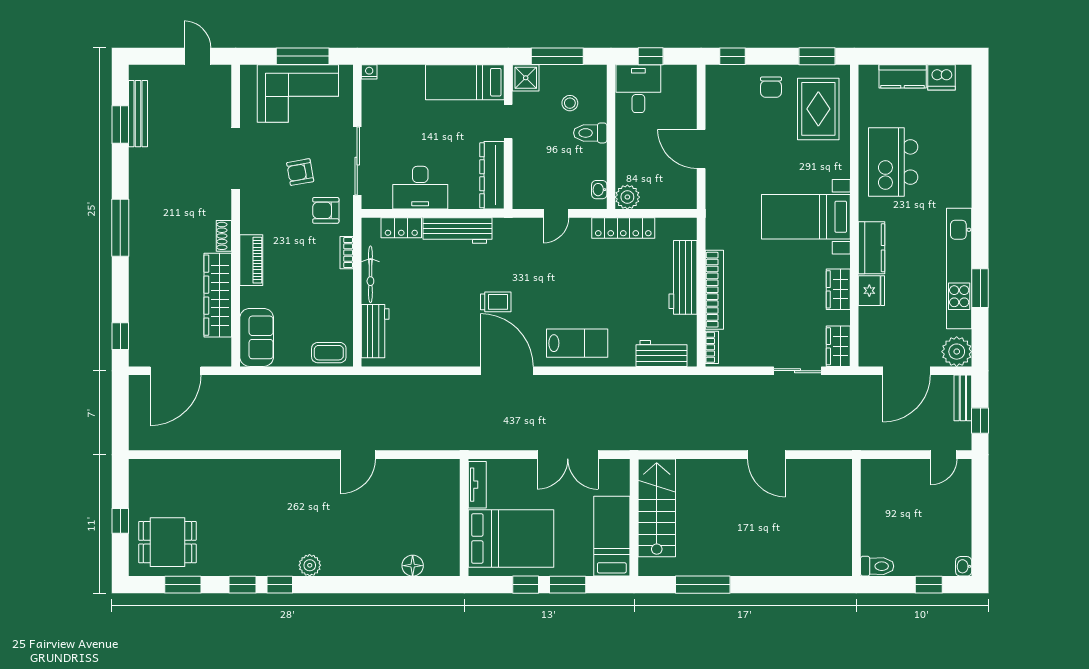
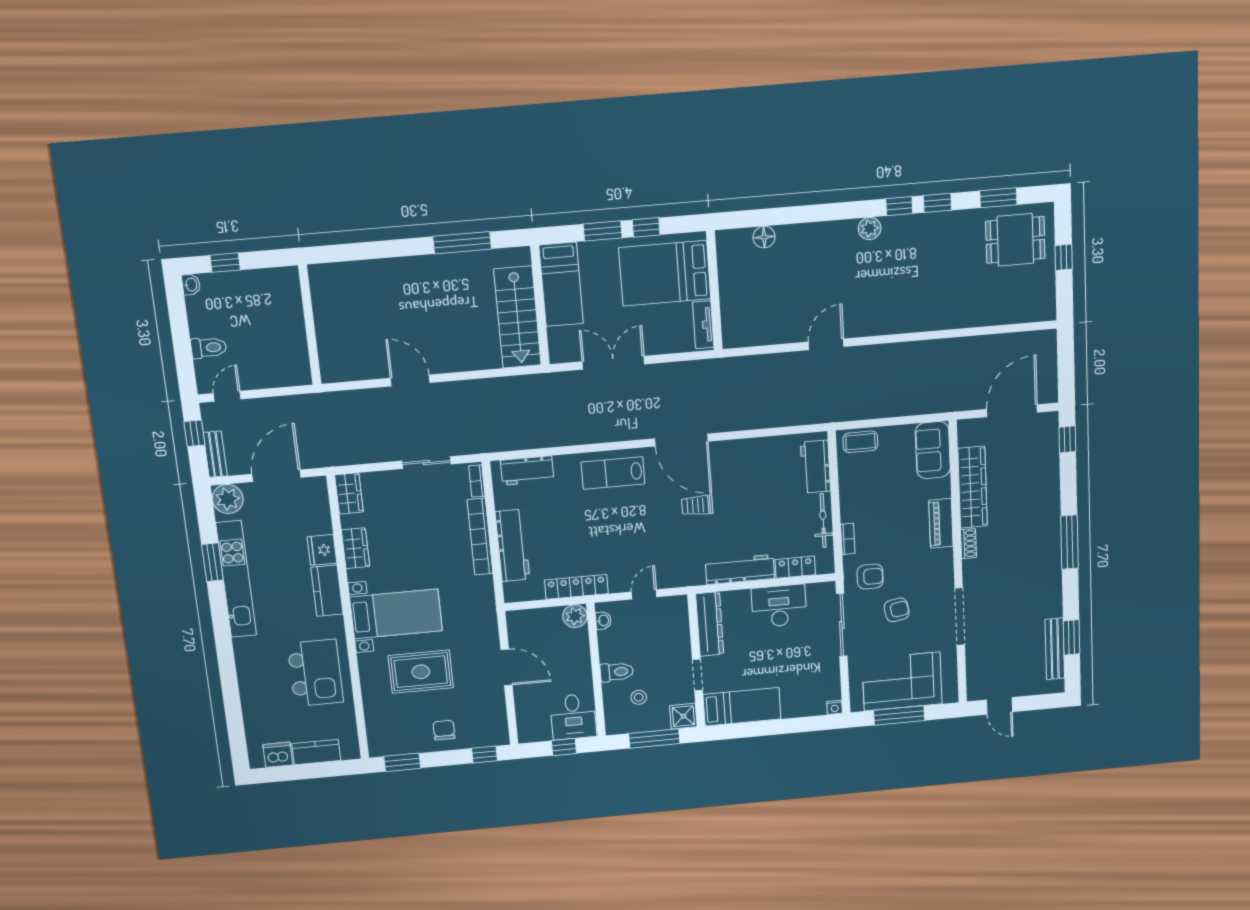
rug: (818, 109) -> (421, 672), moved, turned 90
sliding door: (797, 371) -> (426, 463), moved
toilet: (877, 566) -> (209, 348), moved, turned 180

